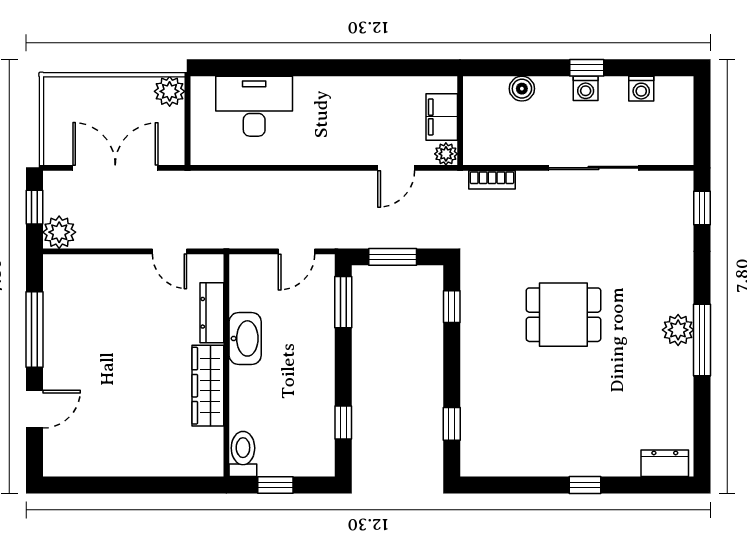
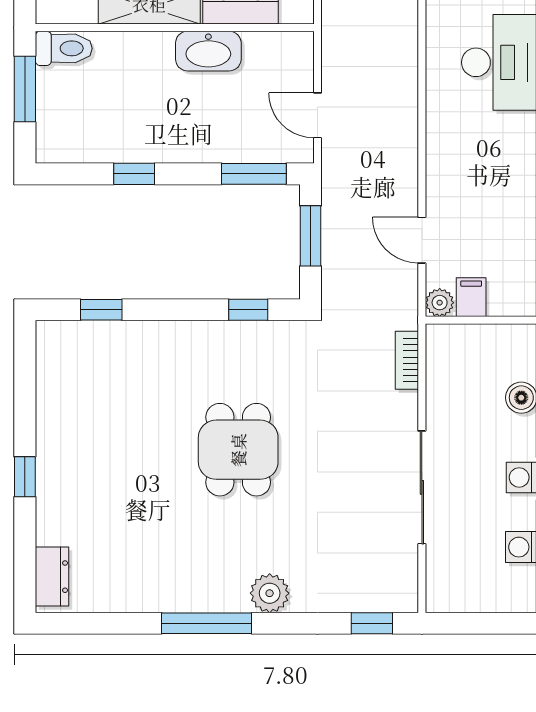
filing cabinet: (442, 117) -> (471, 297), width x0.50
plant: (678, 330) -> (270, 593), moved
window: (343, 423) -> (134, 174), moved
window: (275, 485) -> (25, 89), width x1.50

